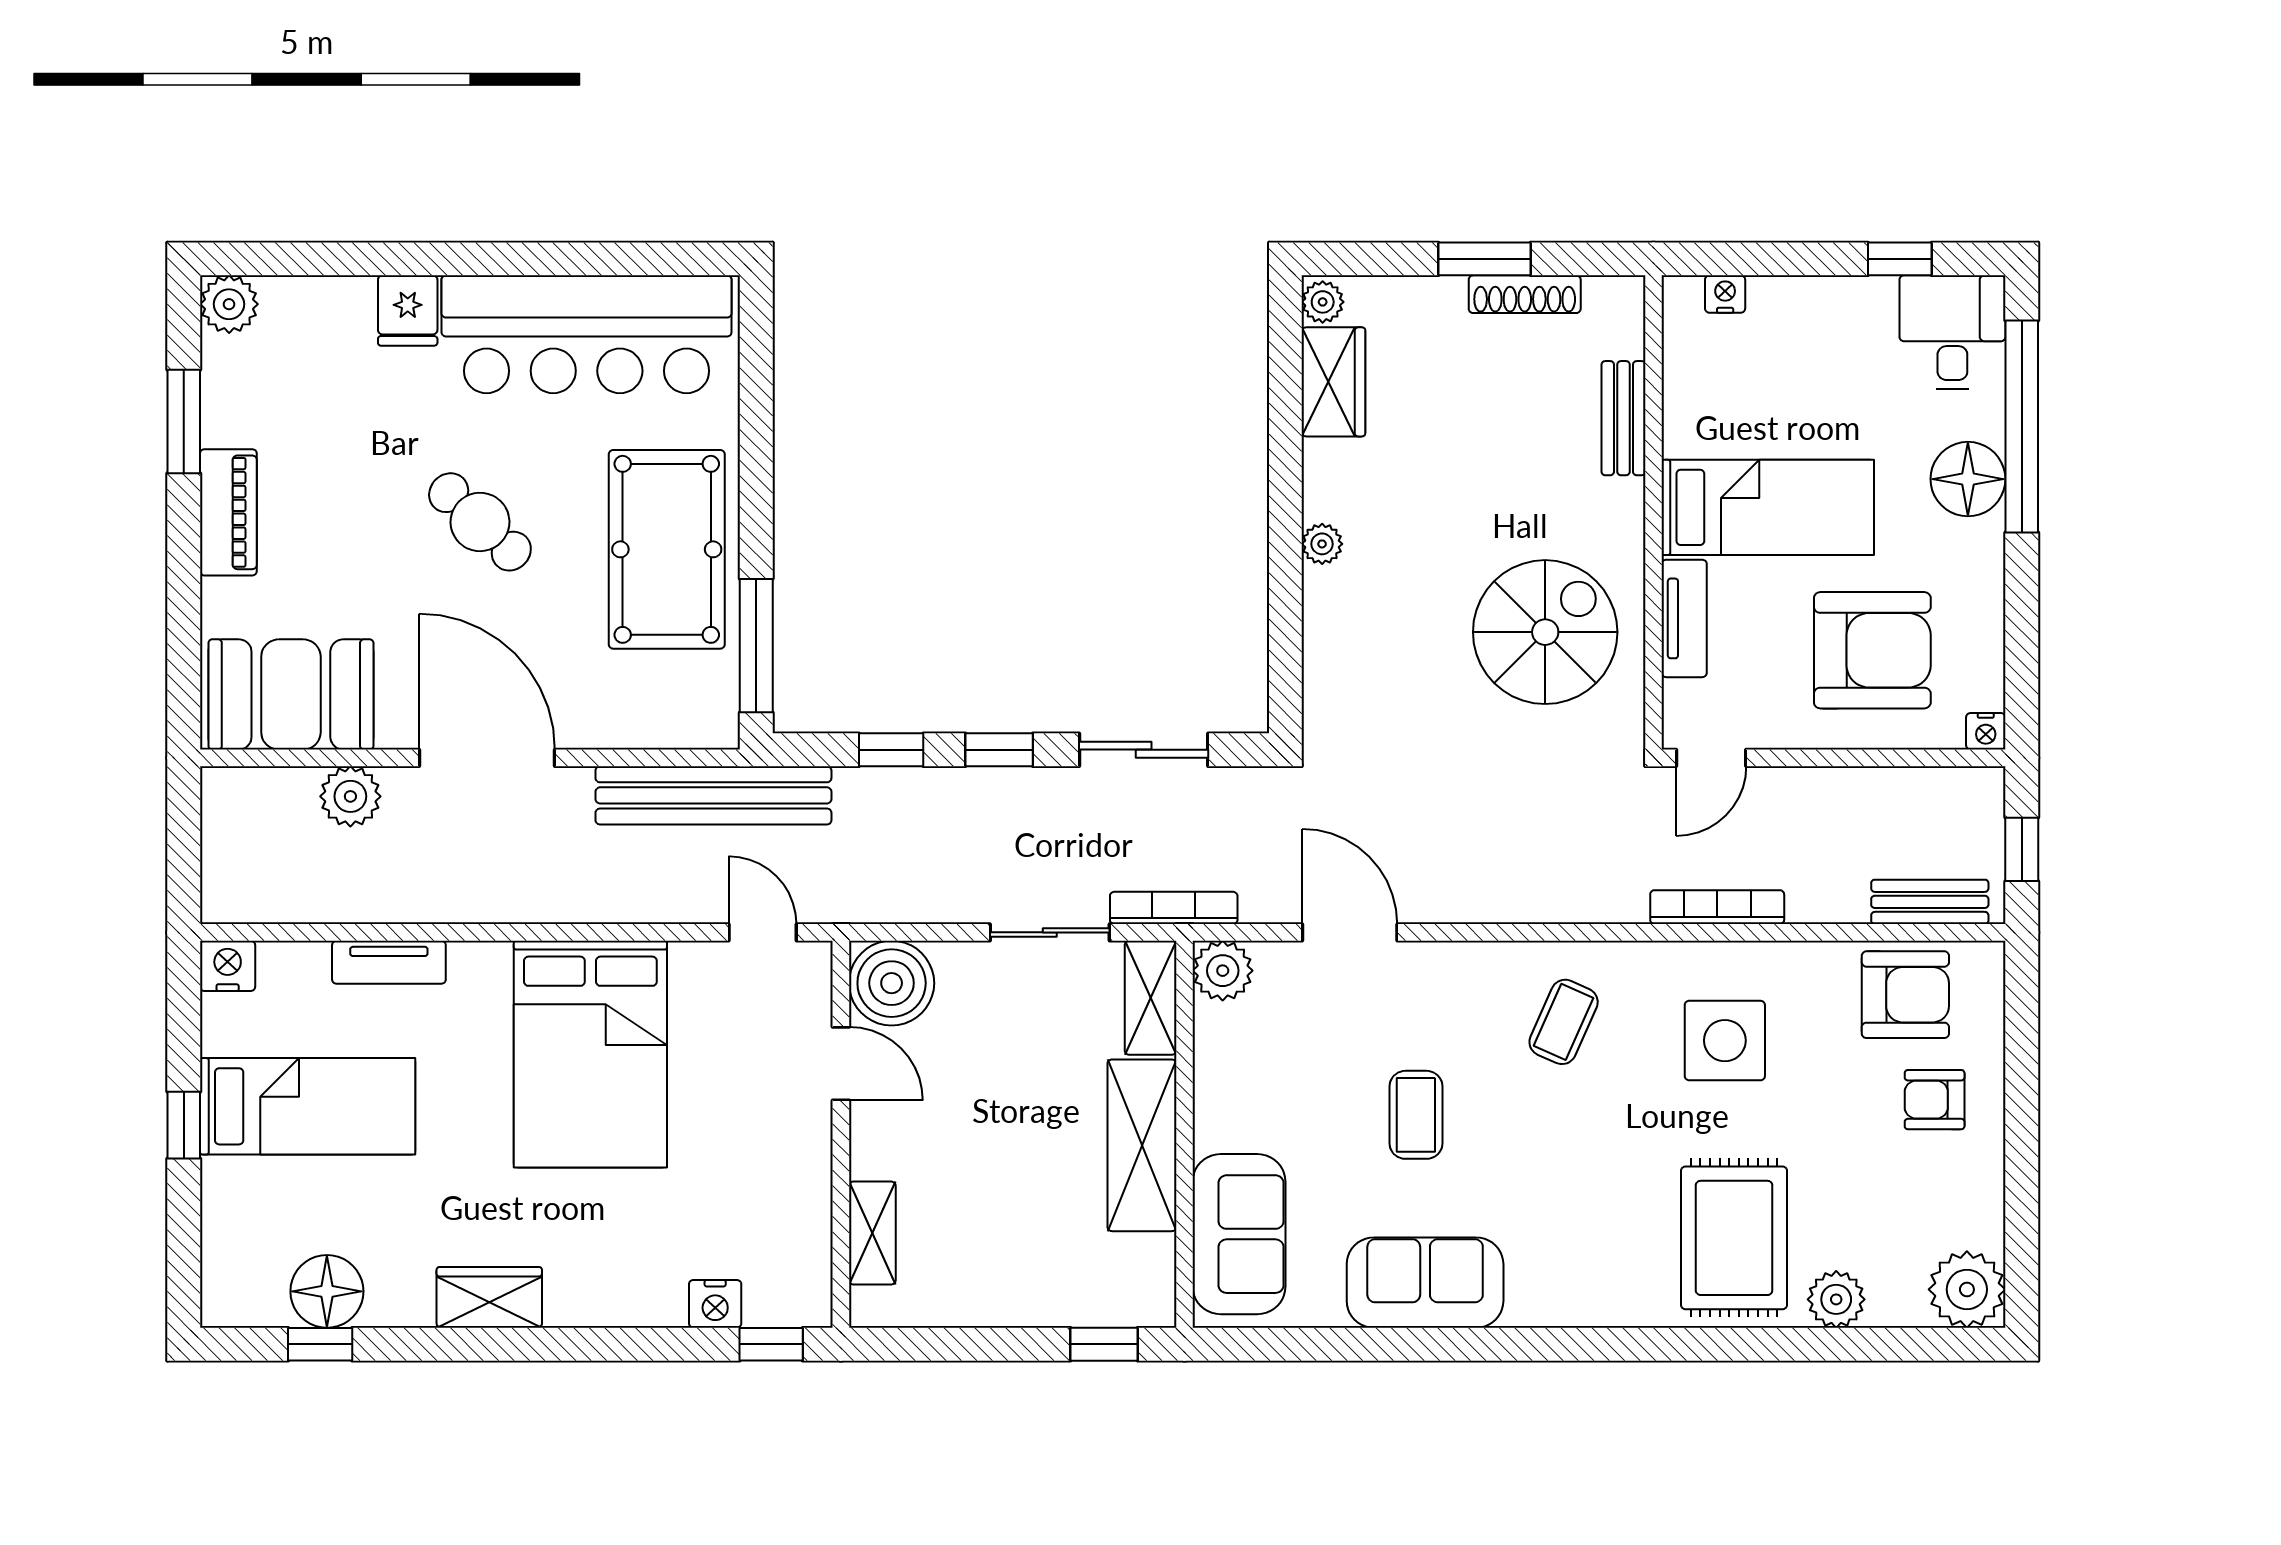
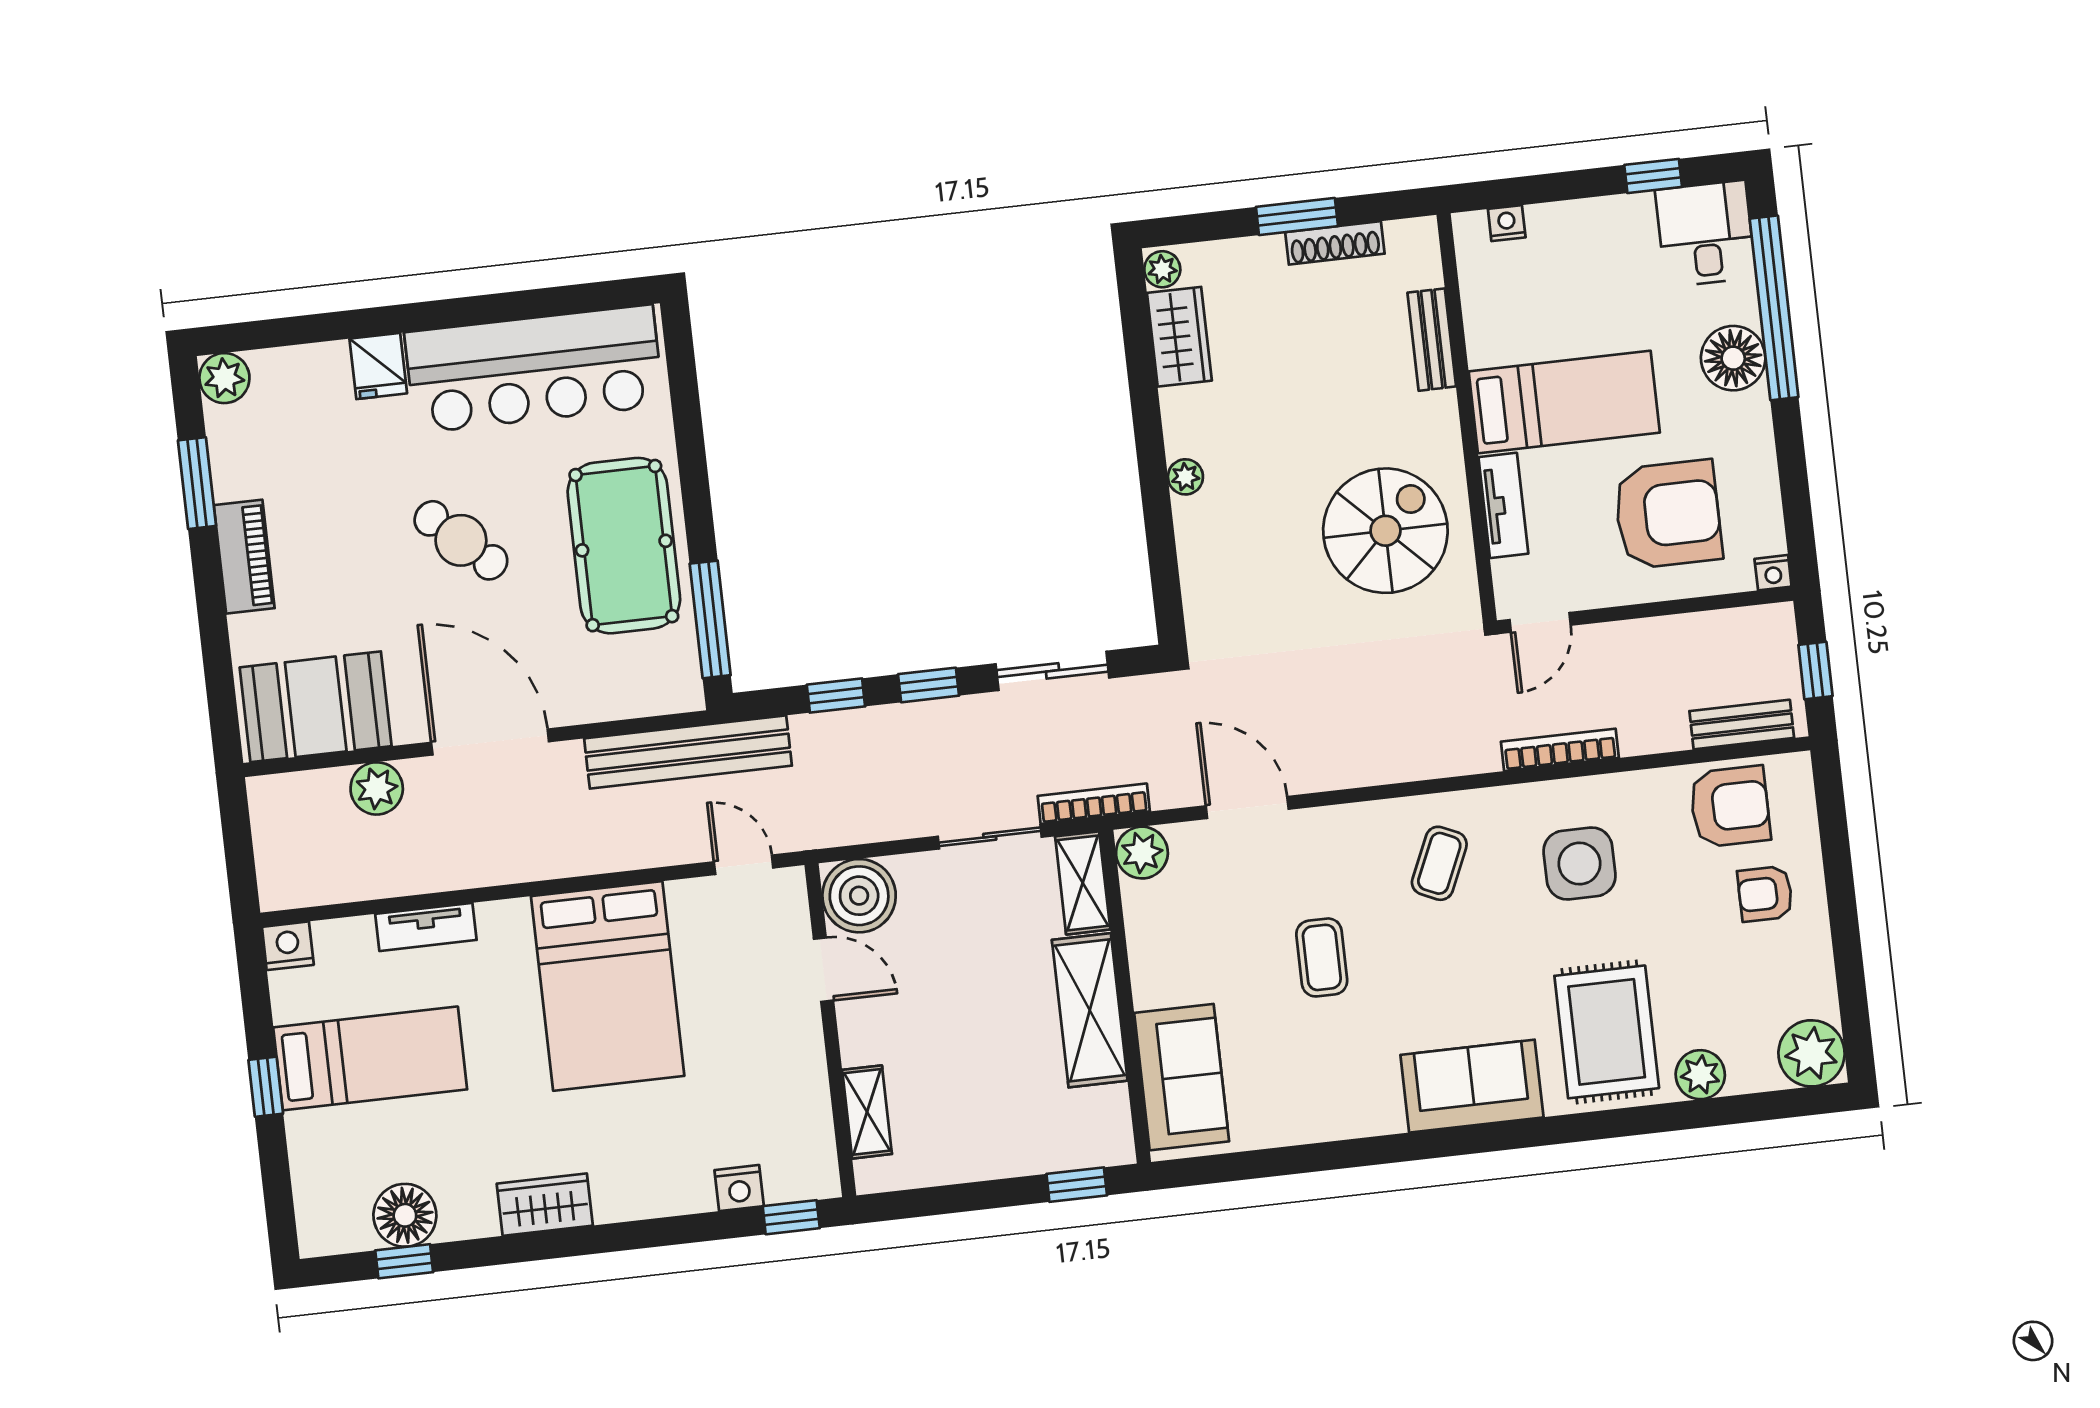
sofa: (1425, 1283) -> (1472, 1086), moved

